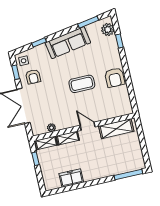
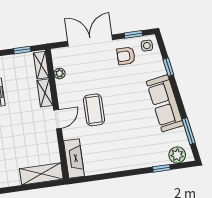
armchair: (115, 78) -> (116, 158), removed
coffee table: (82, 84) -> (94, 110), moved
fireplace: (118, 111) -> (74, 159), added
shelving: (116, 129) -> (41, 174), moved, turned 90

